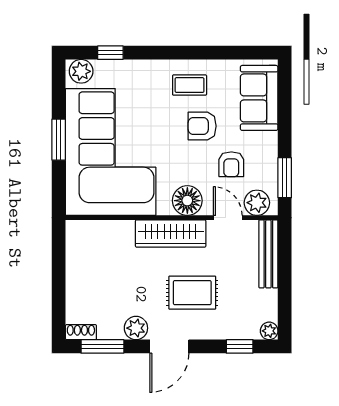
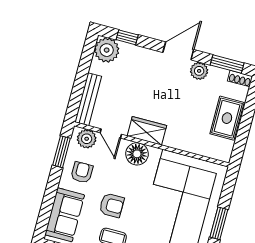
armchair: (231, 164) -> (82, 172), moved
wardrobe: (171, 233) -> (147, 131), width x0.67
rug: (192, 293) -> (227, 118), moved, turned 90
plant: (269, 331) -> (107, 50), width x1.87, depth x1.87

